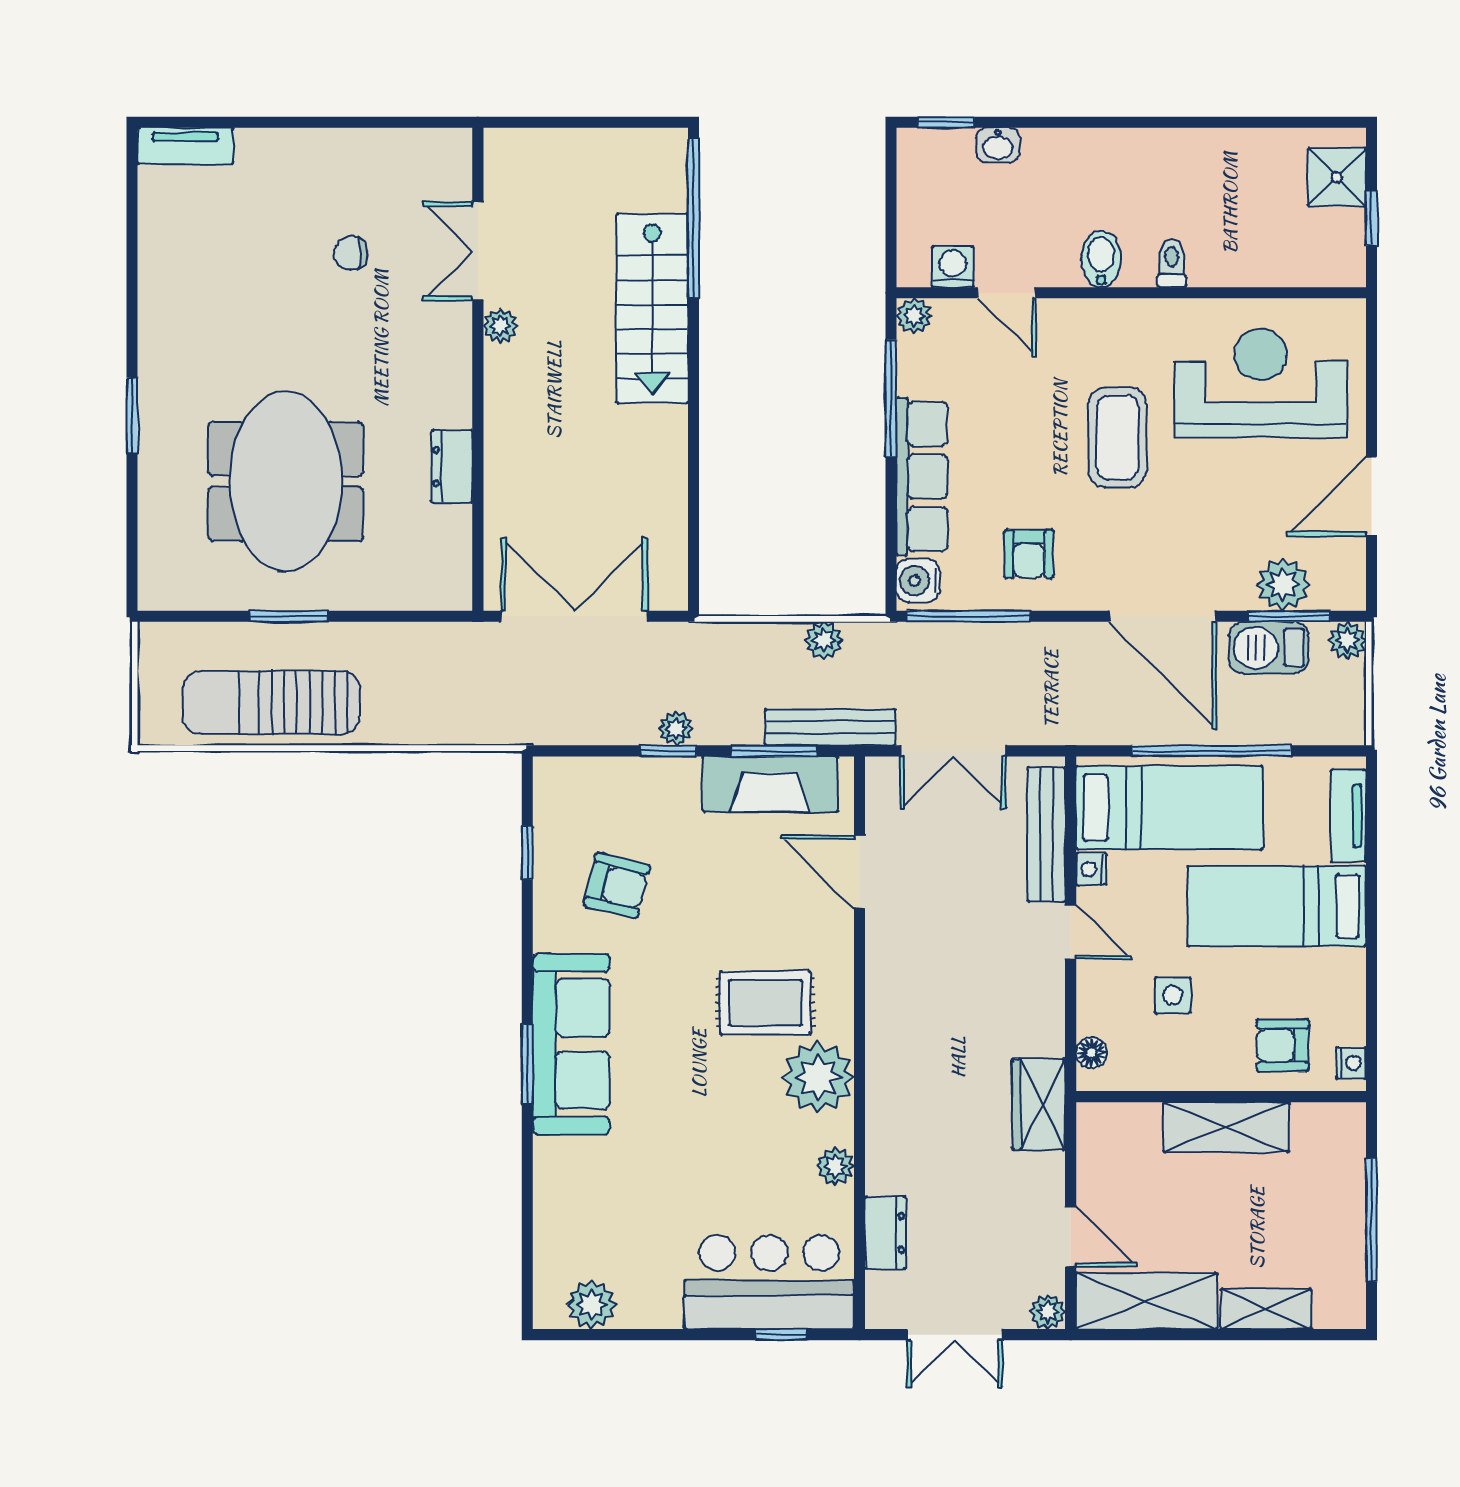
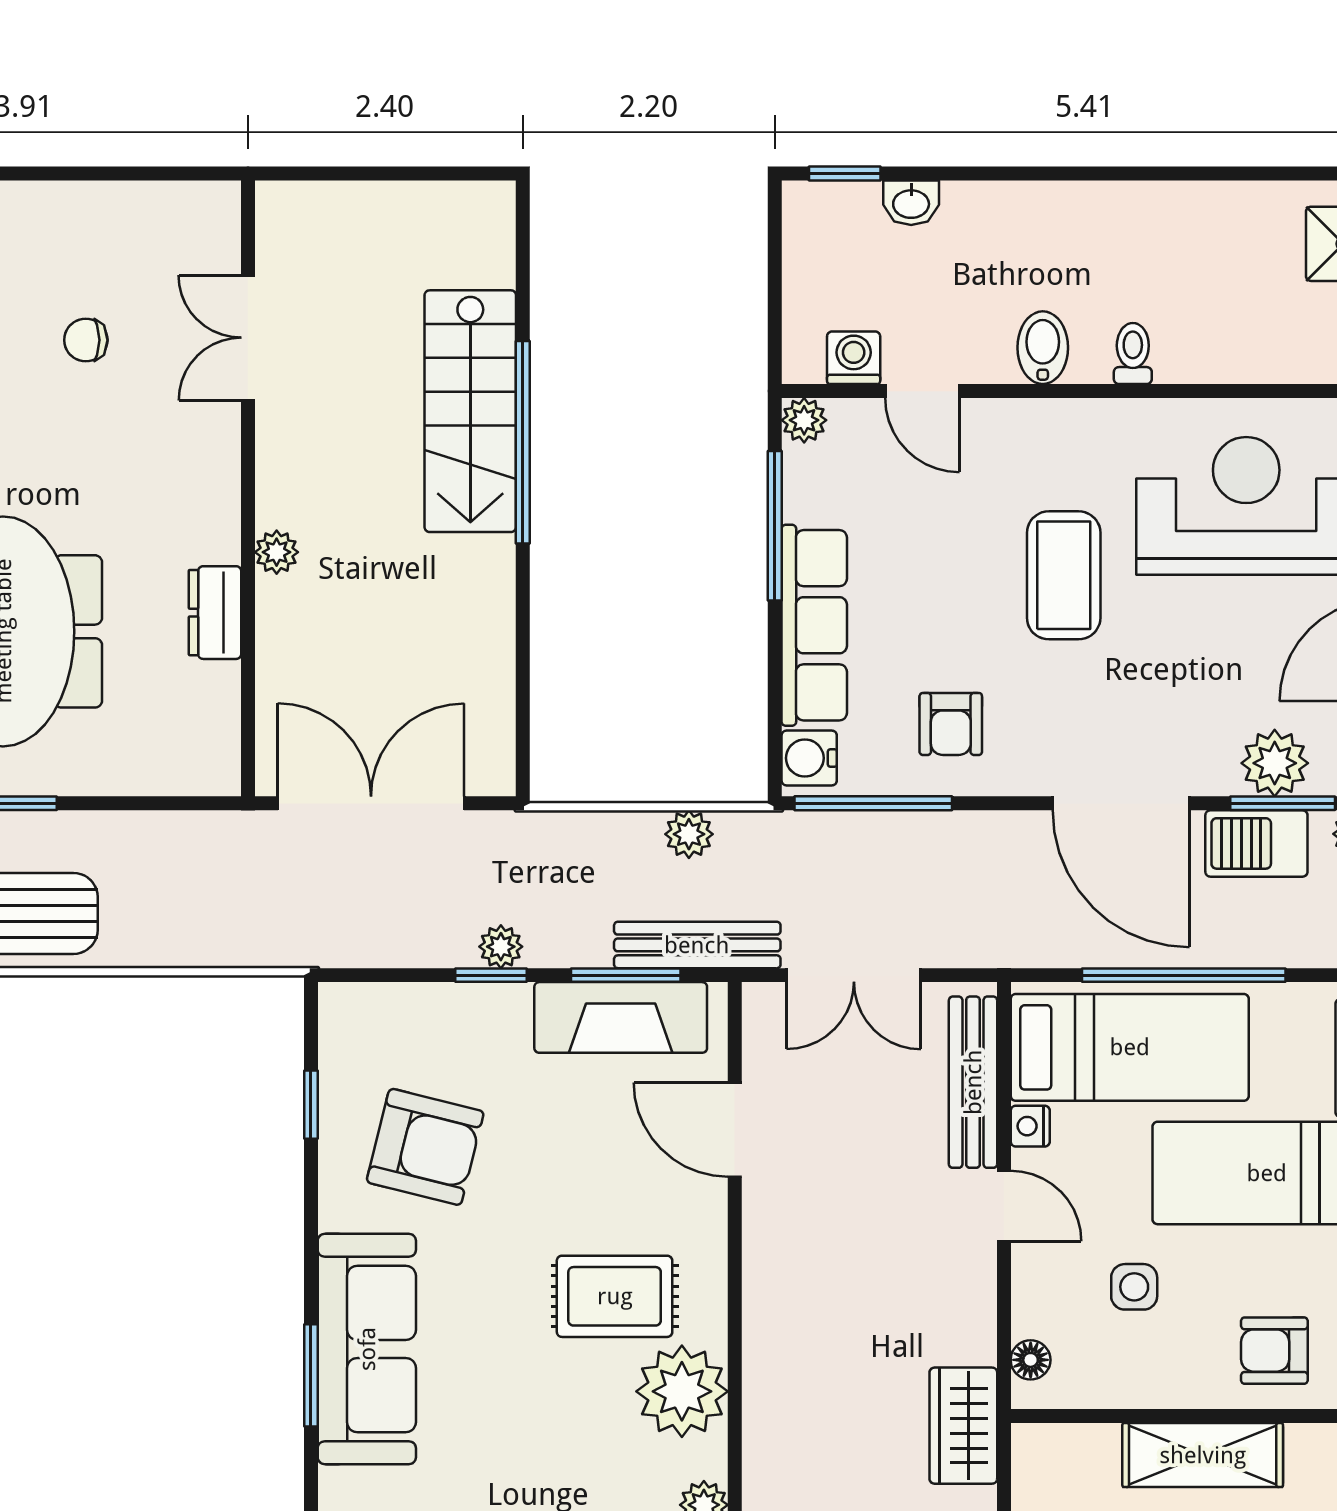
window: (693, 218) -> (523, 442), moved
plant: (500, 326) -> (277, 552), moved
armchair: (617, 886) -> (425, 1147), width x1.38, depth x1.38

